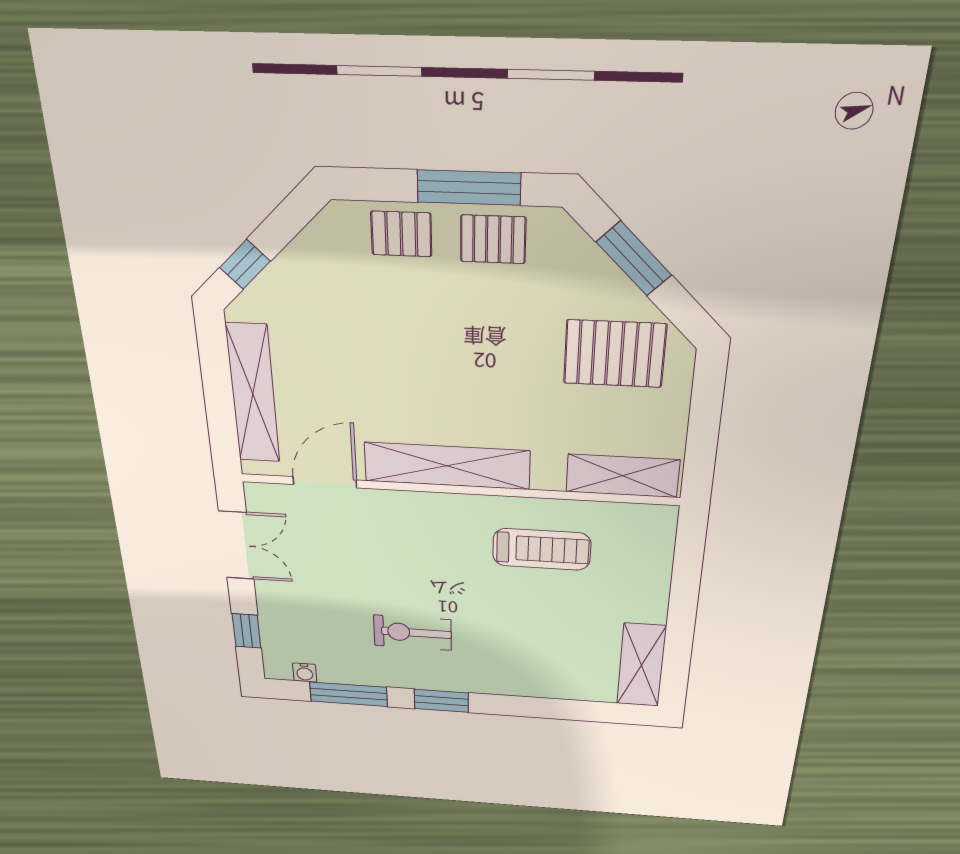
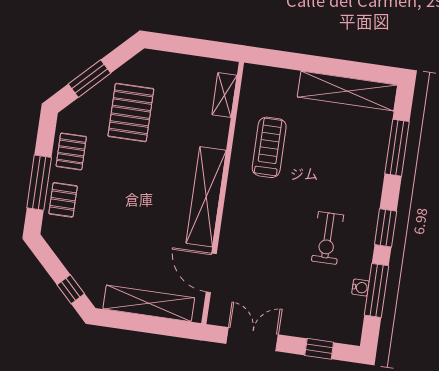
window: (469, 188) -> (39, 183), moved
pallet: (615, 354) -> (131, 112), moved
shelving: (623, 476) -> (224, 95), width x0.67, depth x0.75
shelving: (641, 665) -> (347, 91), width x1.47
water cooler: (305, 673) -> (360, 288), moved
window: (562, 709) -> (397, 148), added

